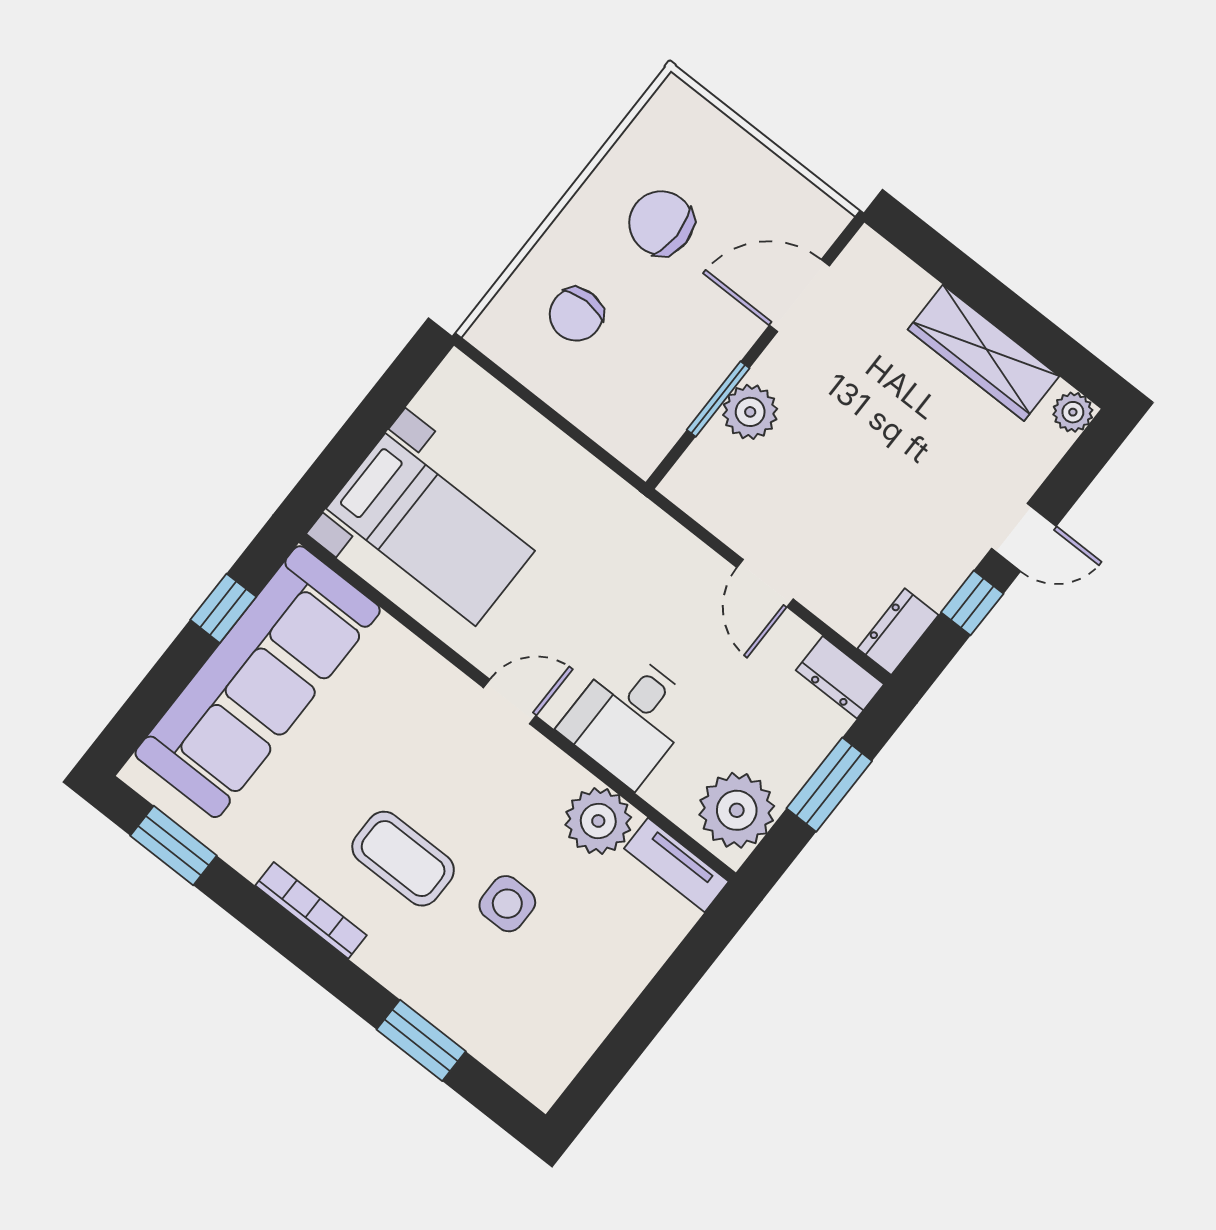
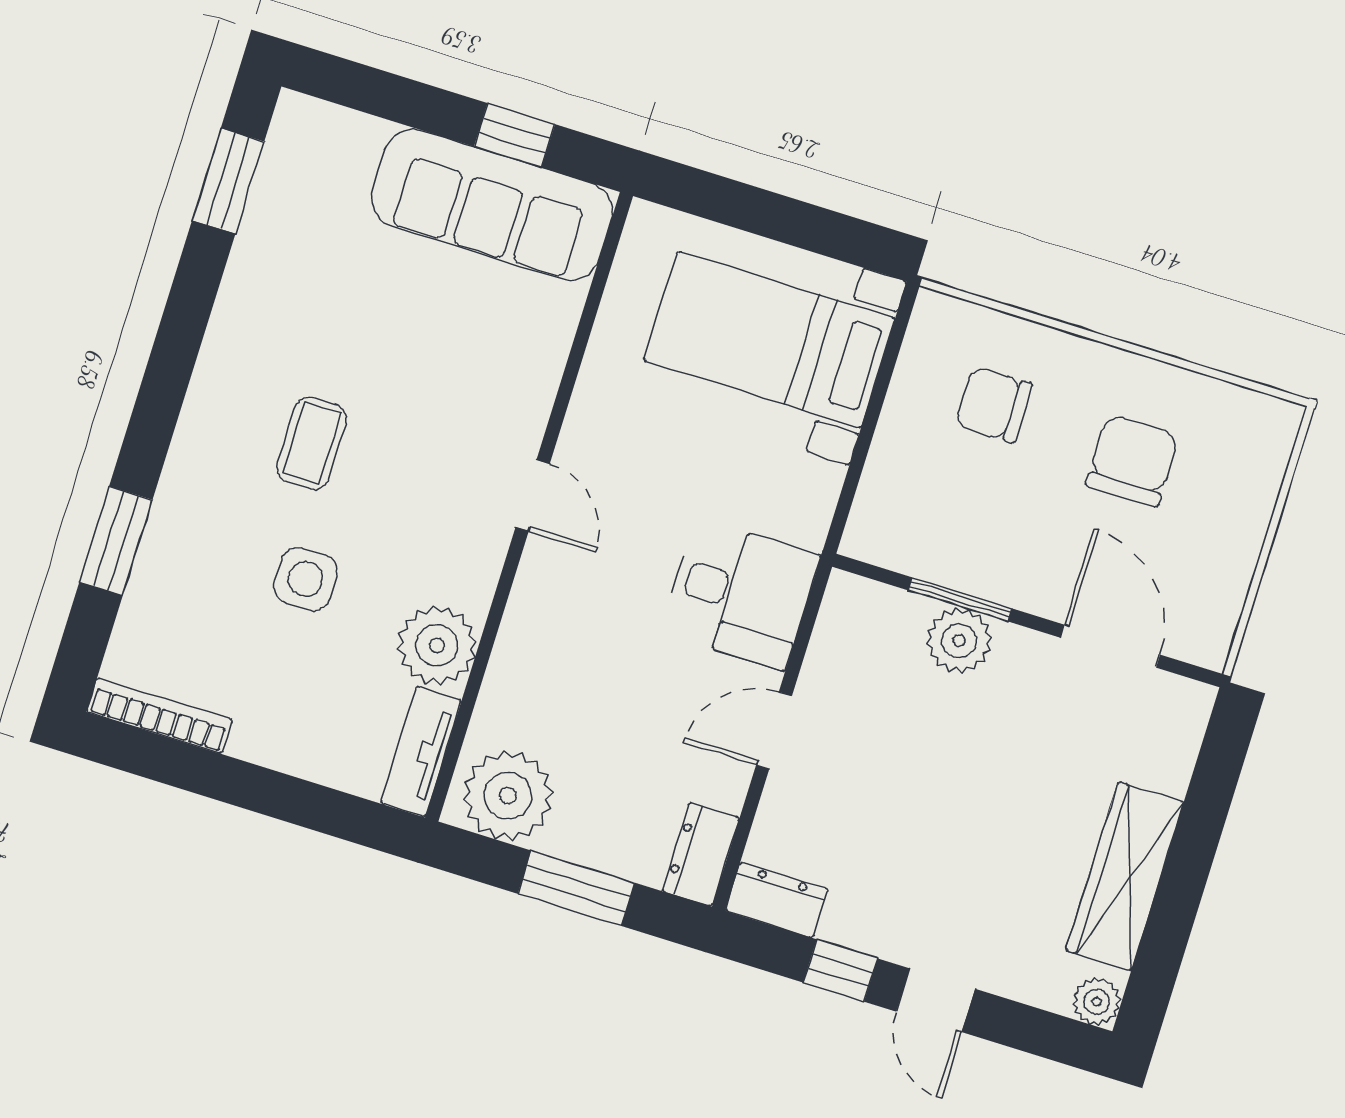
bed with nightstands: (430, 530) -> (769, 339), moved, turned 90
sofa: (258, 682) -> (492, 205), width x0.74, depth x0.79
desk: (628, 718) -> (740, 594), moved, turned 180
coffee table: (403, 859) -> (311, 443), width x0.73, depth x0.77
bookcase: (311, 910) -> (159, 716), moved, turned -90

